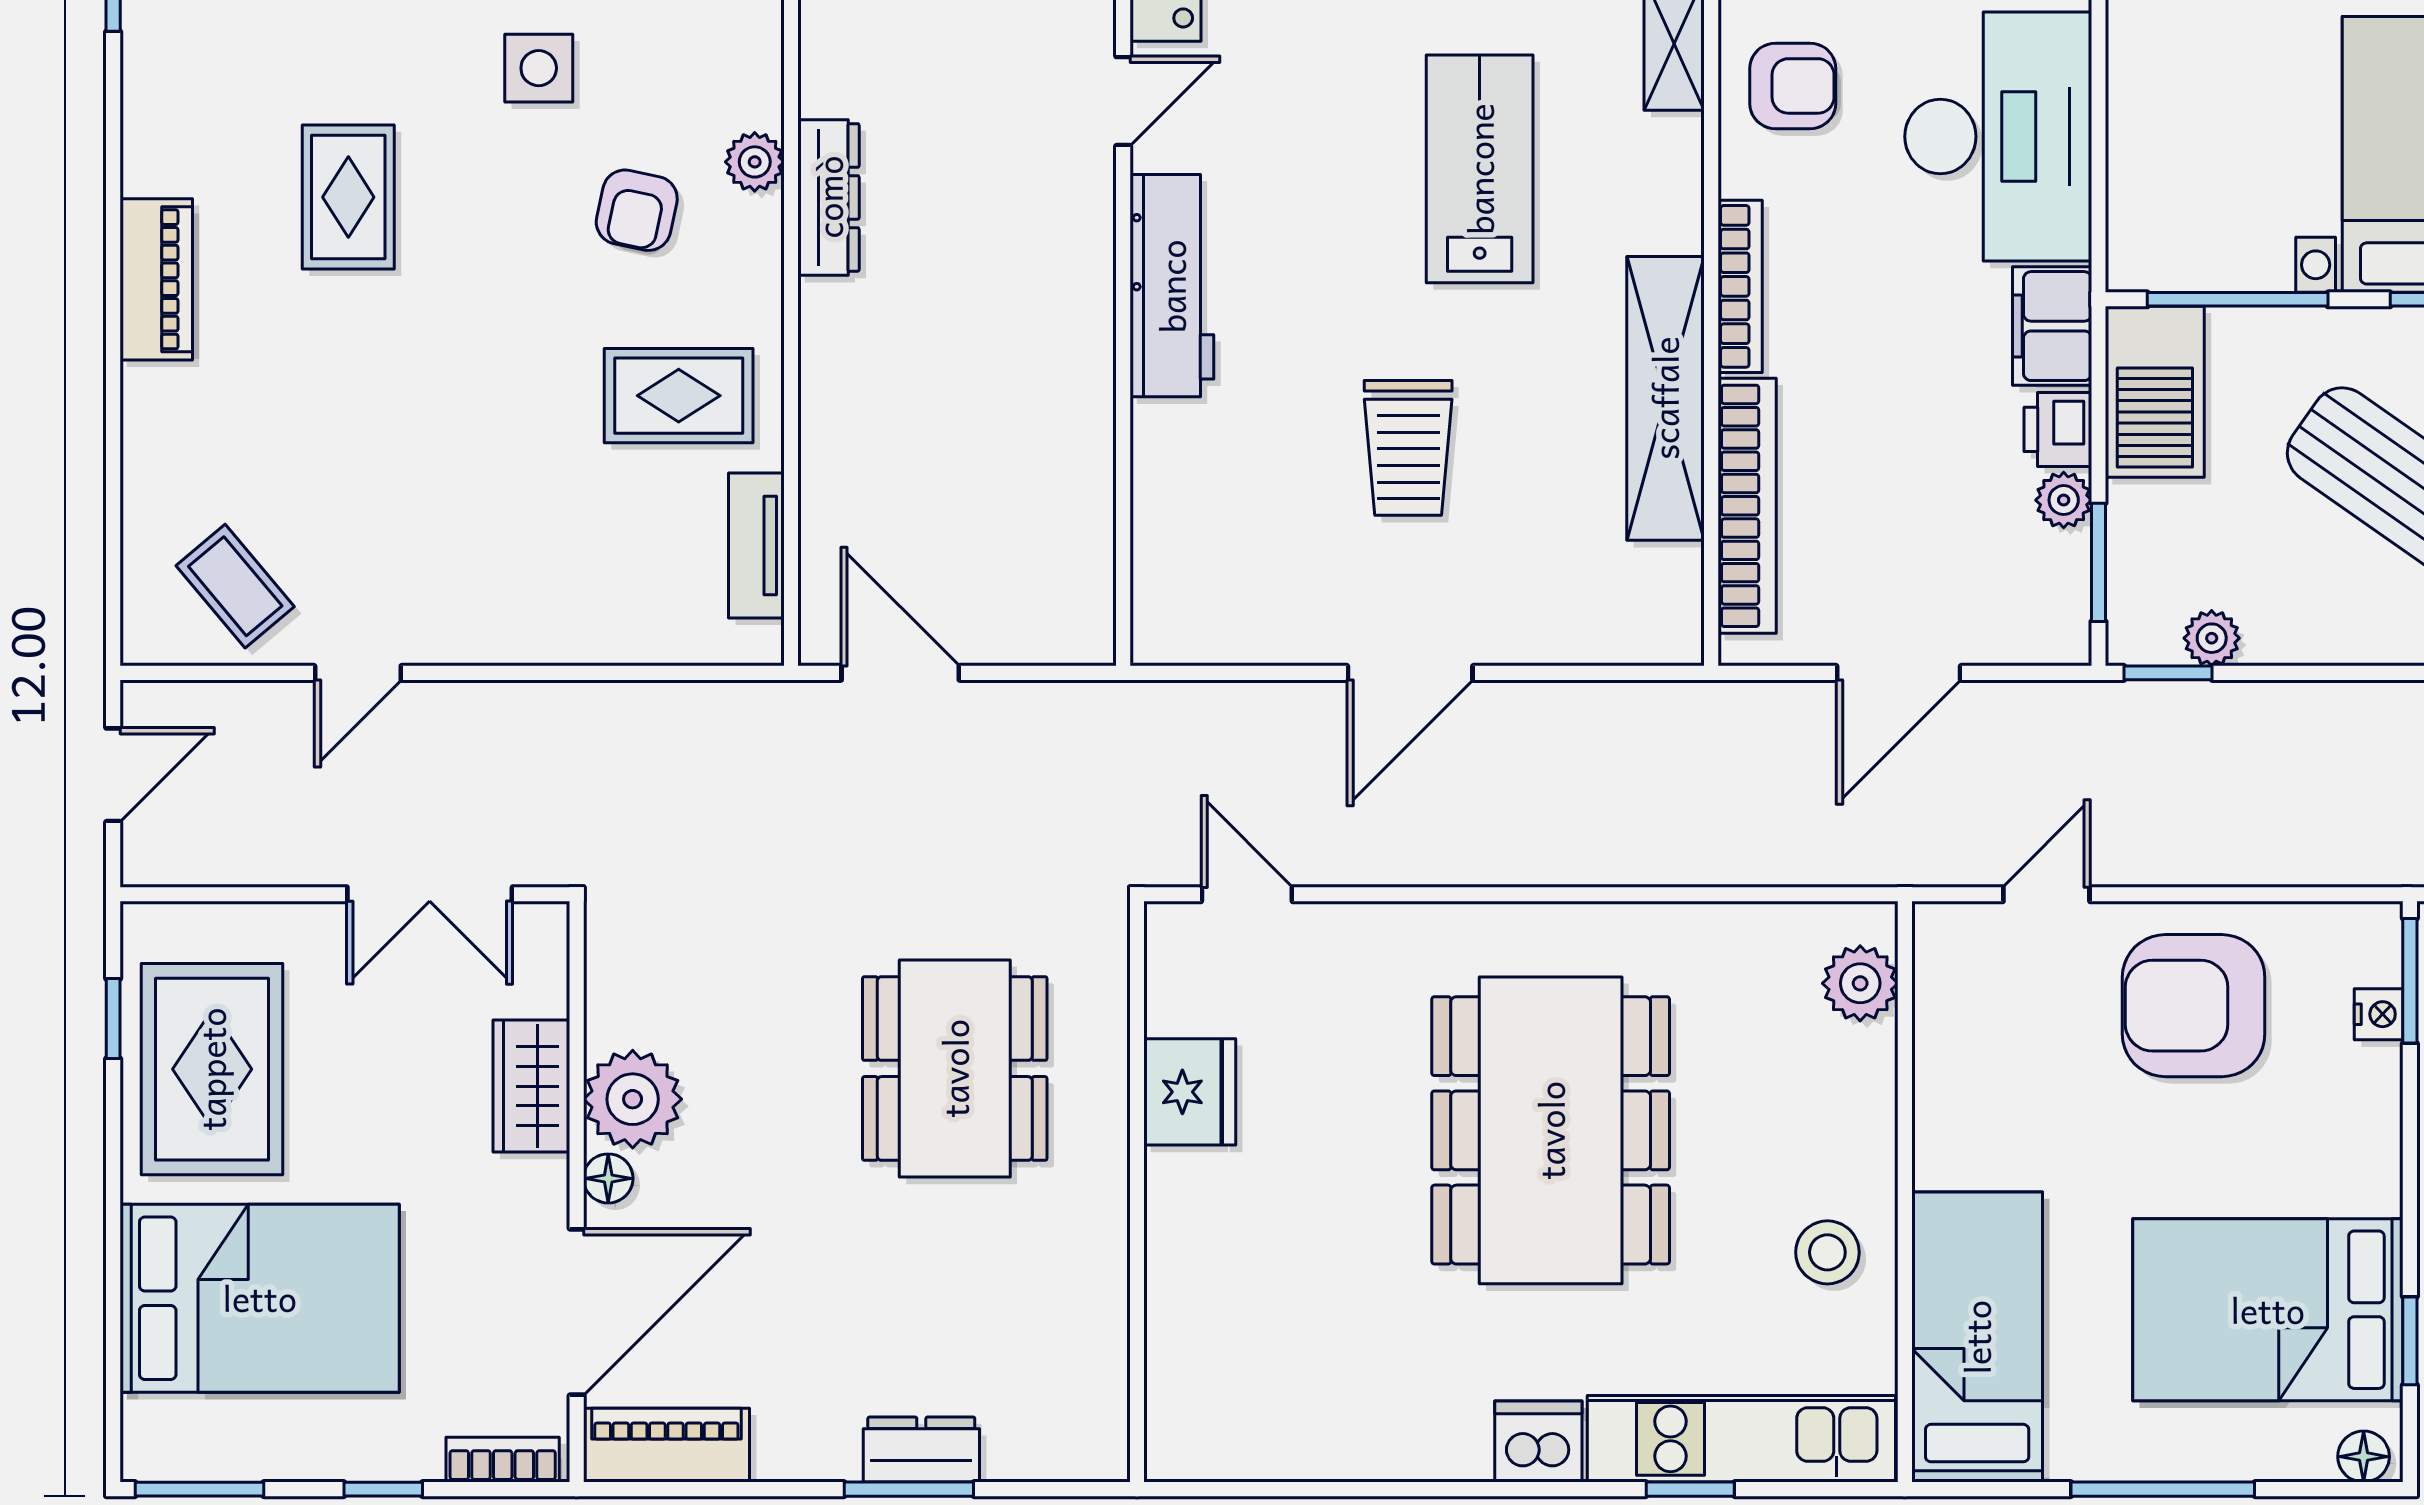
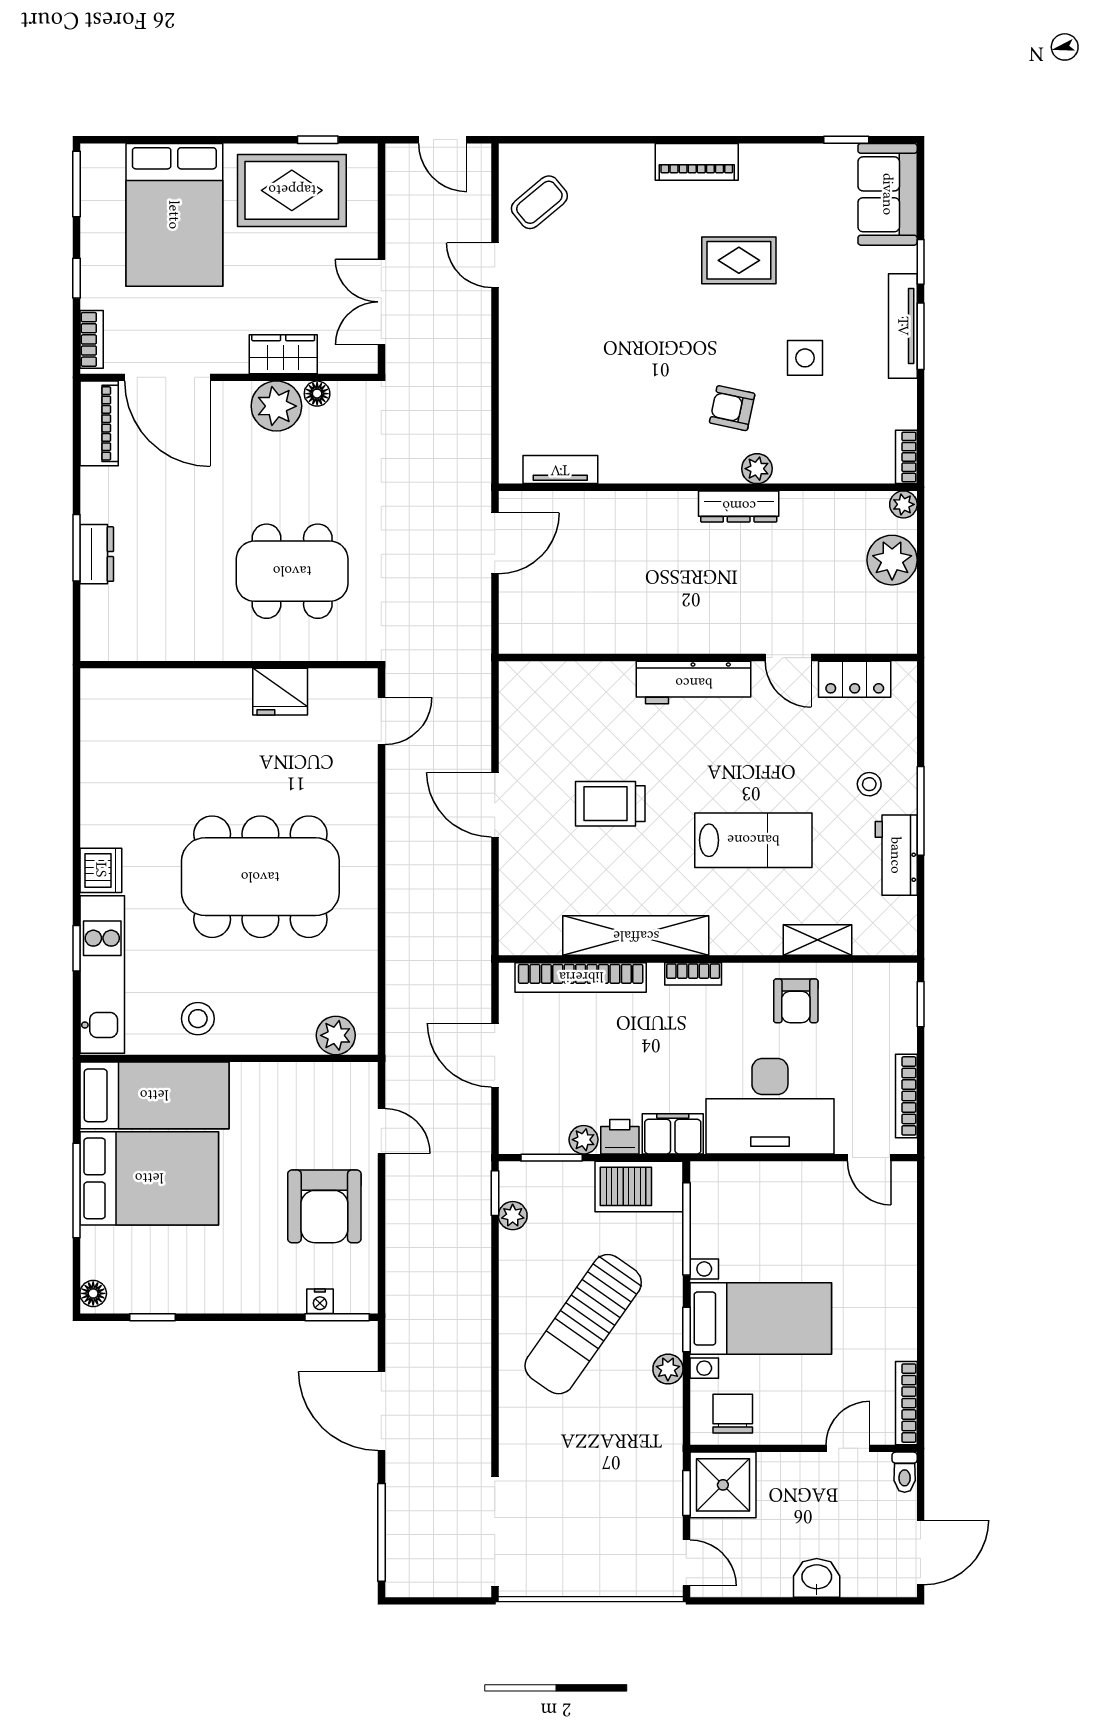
bookcase: (1740, 286) -> (693, 974), width x0.64
rug: (679, 396) -> (637, 430), removed
armchair: (2194, 1006) -> (324, 1206), turned 180
floor lamp: (608, 1178) -> (317, 394), moved
bed: (2268, 1310) -> (149, 1178), moved, turned 90

